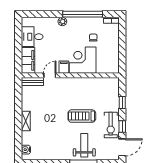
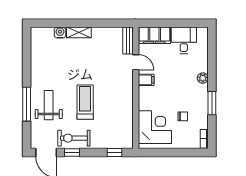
window: (83, 14) -> (212, 103), width x0.47
corner desk: (83, 60) -> (155, 127), moved
window: (122, 103) -> (115, 153), moved
weight bench: (84, 145) -> (49, 105), turned -90
water cooler: (26, 150) -> (60, 33), moved

